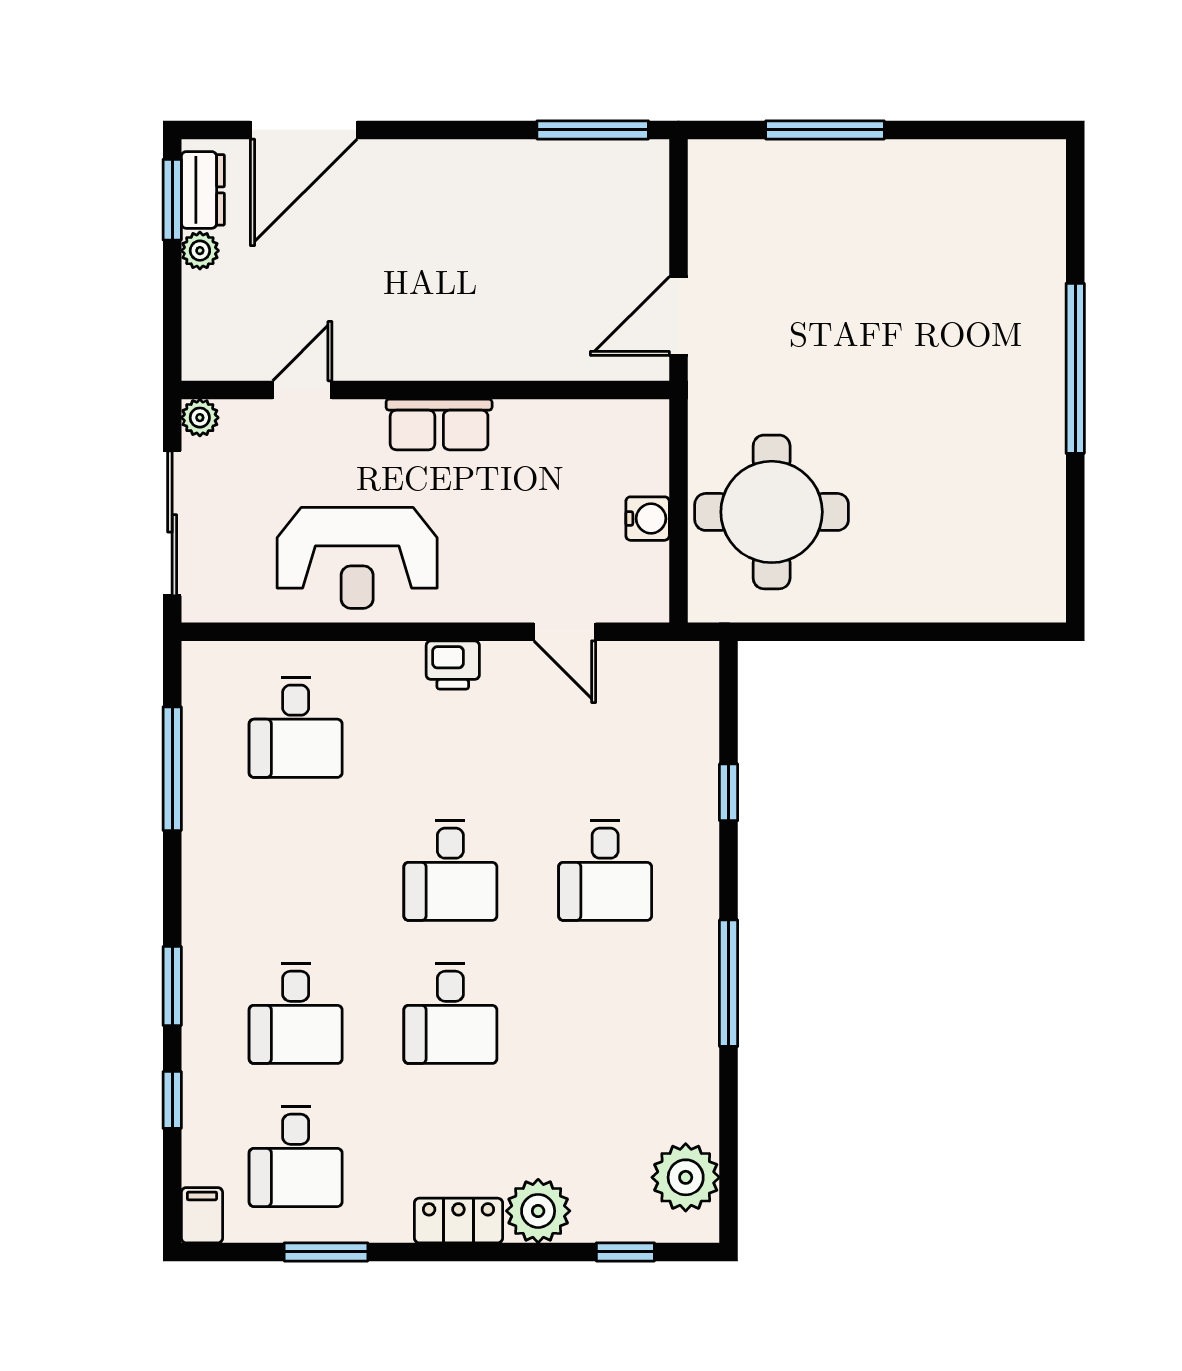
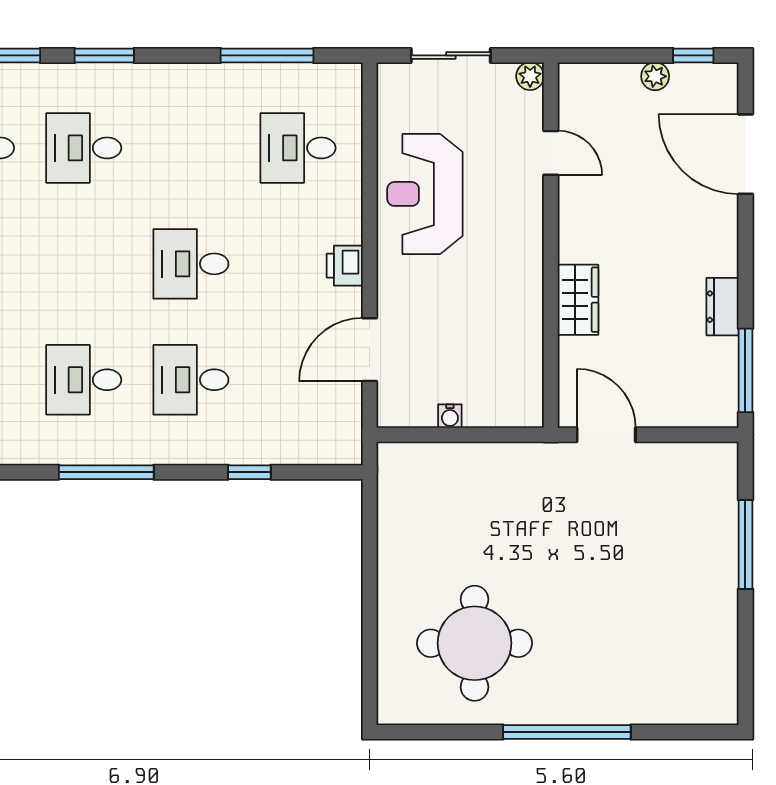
dresser: (203, 190) -> (722, 307), moved, turned 90
window: (172, 200) -> (693, 55), width x0.67
wardrobe: (498, 354) -> (578, 300), added
row of seats: (439, 424) -> (525, 255), removed
round table: (772, 512) -> (475, 643), moved
water cooler: (648, 519) -> (450, 416), width x0.72, depth x0.72
sliding door: (172, 523) -> (451, 55), width x0.73
door: (565, 632) -> (370, 350), width x1.38
desk: (450, 1013) -> (84, 380), moved

